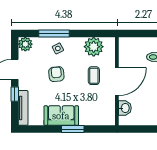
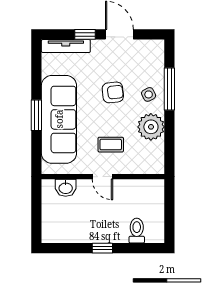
plant: (25, 44) -> (155, 49), removed
plant: (94, 47) -> (151, 127), moved
door: (117, 82) -> (102, 177), width x0.53
sofa: (61, 116) -> (59, 119), width x1.85, depth x1.27

